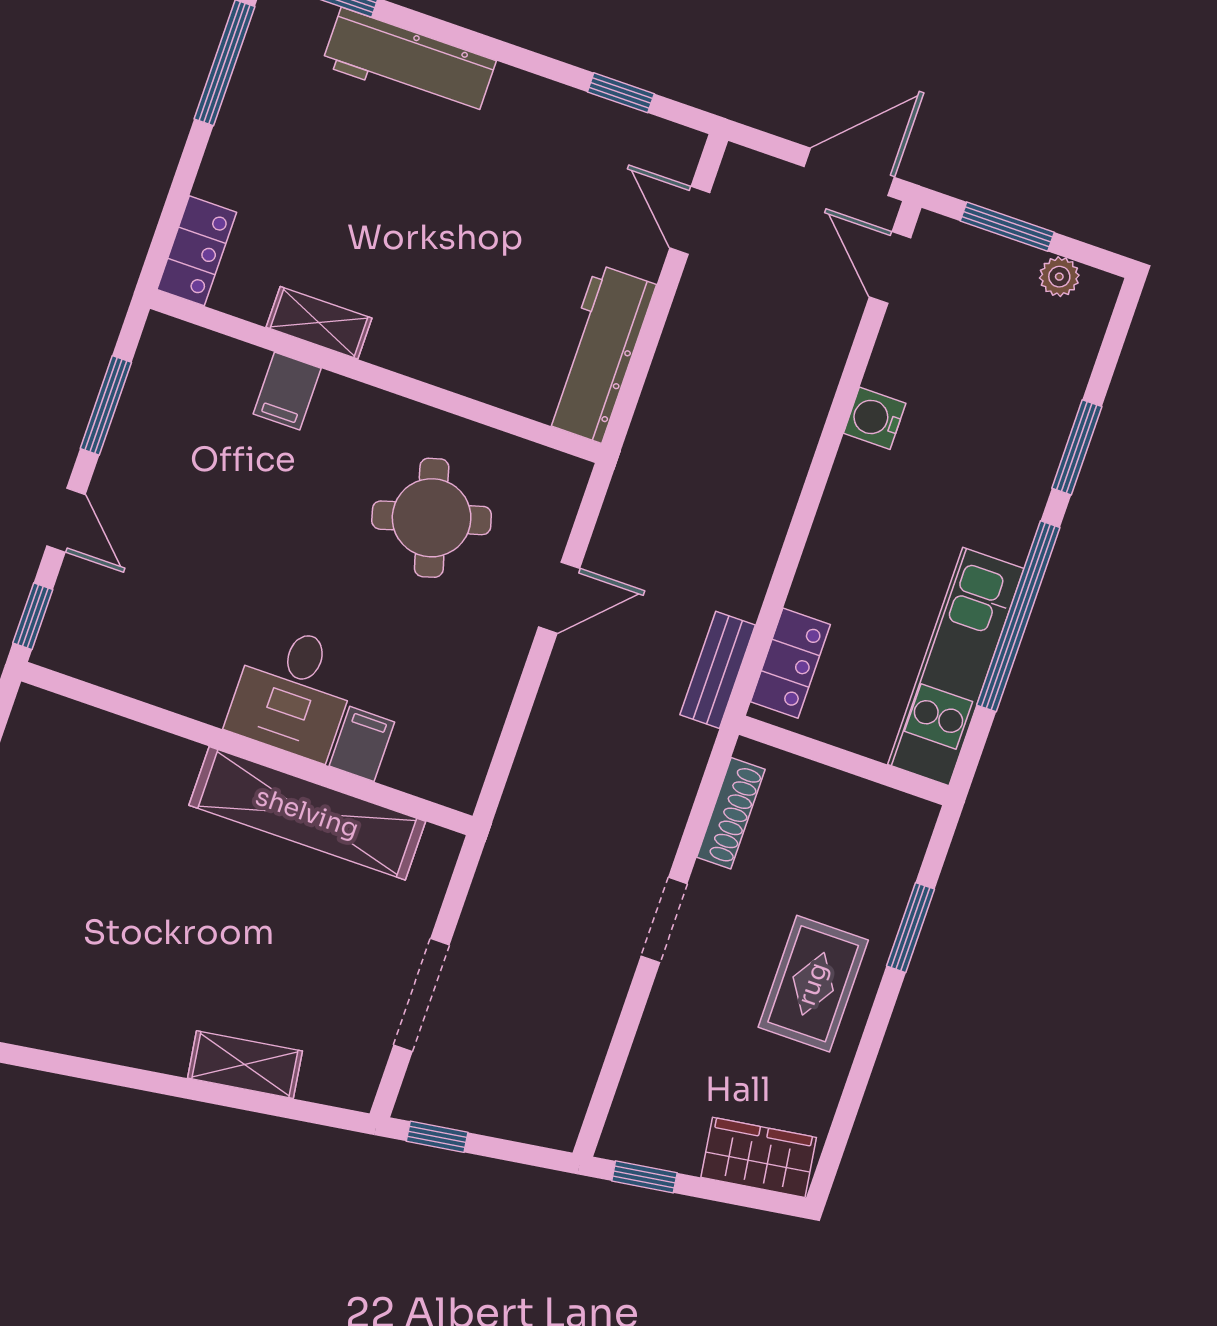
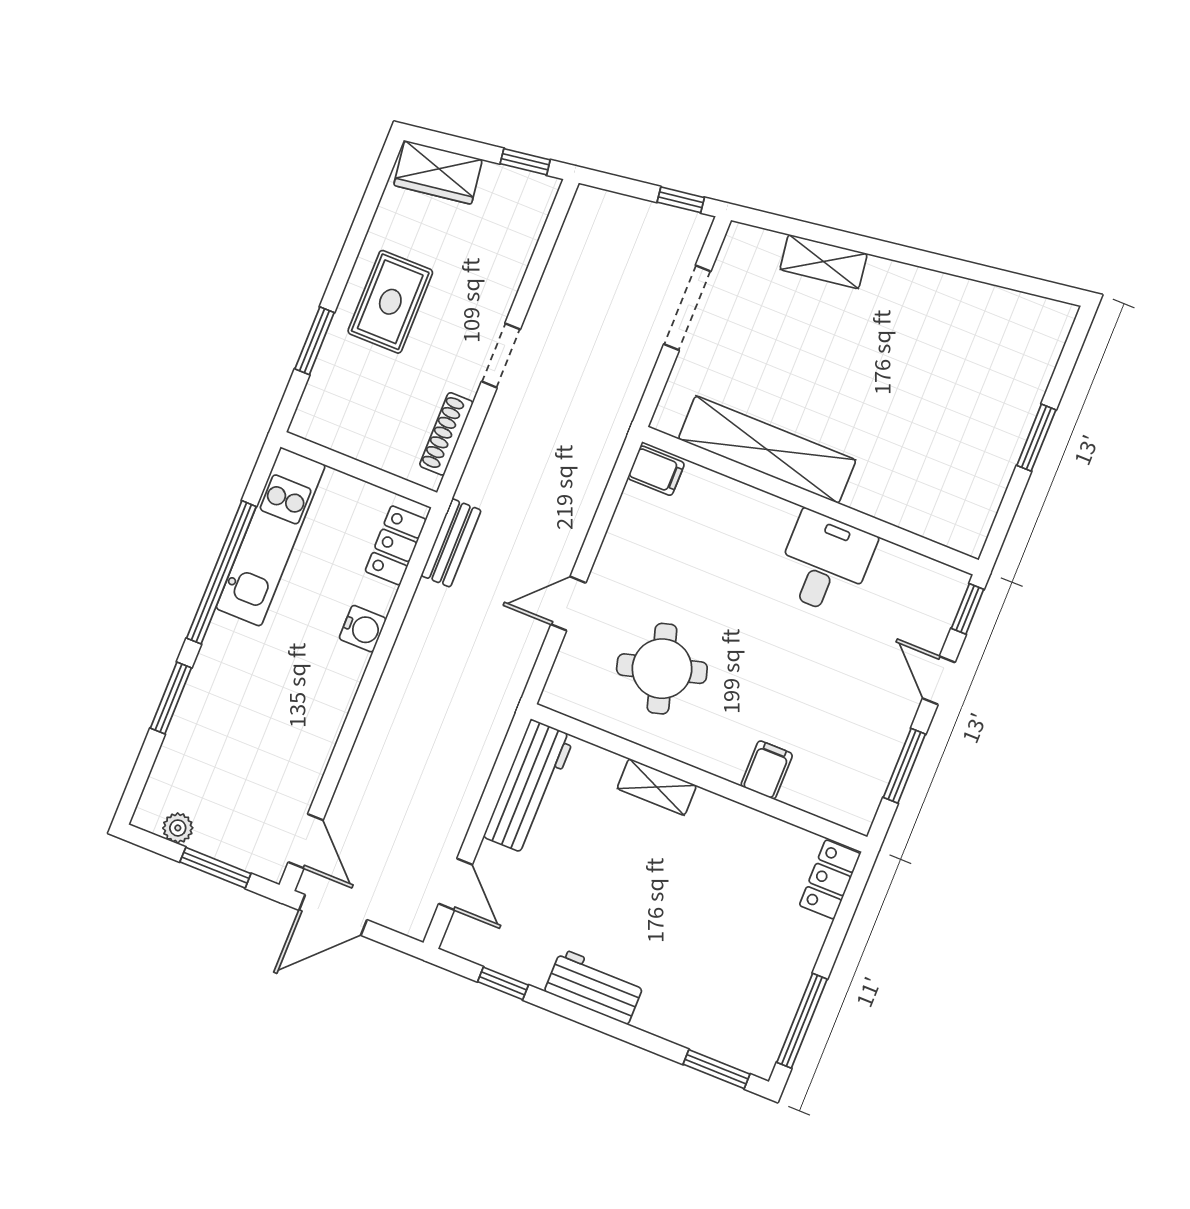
workbench: (409, 63) -> (595, 987), moved, width x0.73
shelving: (319, 323) -> (657, 787), moved
water cooler: (875, 418) -> (363, 629), moved
desk: (293, 692) -> (825, 563), moved
filing cabinet: (362, 744) -> (656, 471), moved, turned -90

